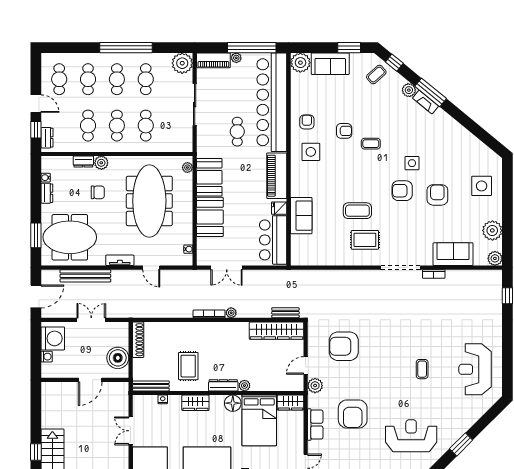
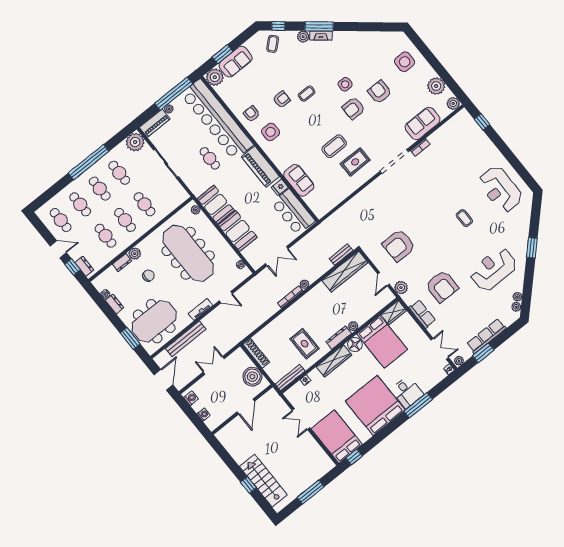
window: (349, 48) -> (223, 54), moved
washing machine: (53, 338) -> (191, 398), width x0.53, depth x0.53
wardrobe: (195, 403) -> (334, 361), width x1.50

